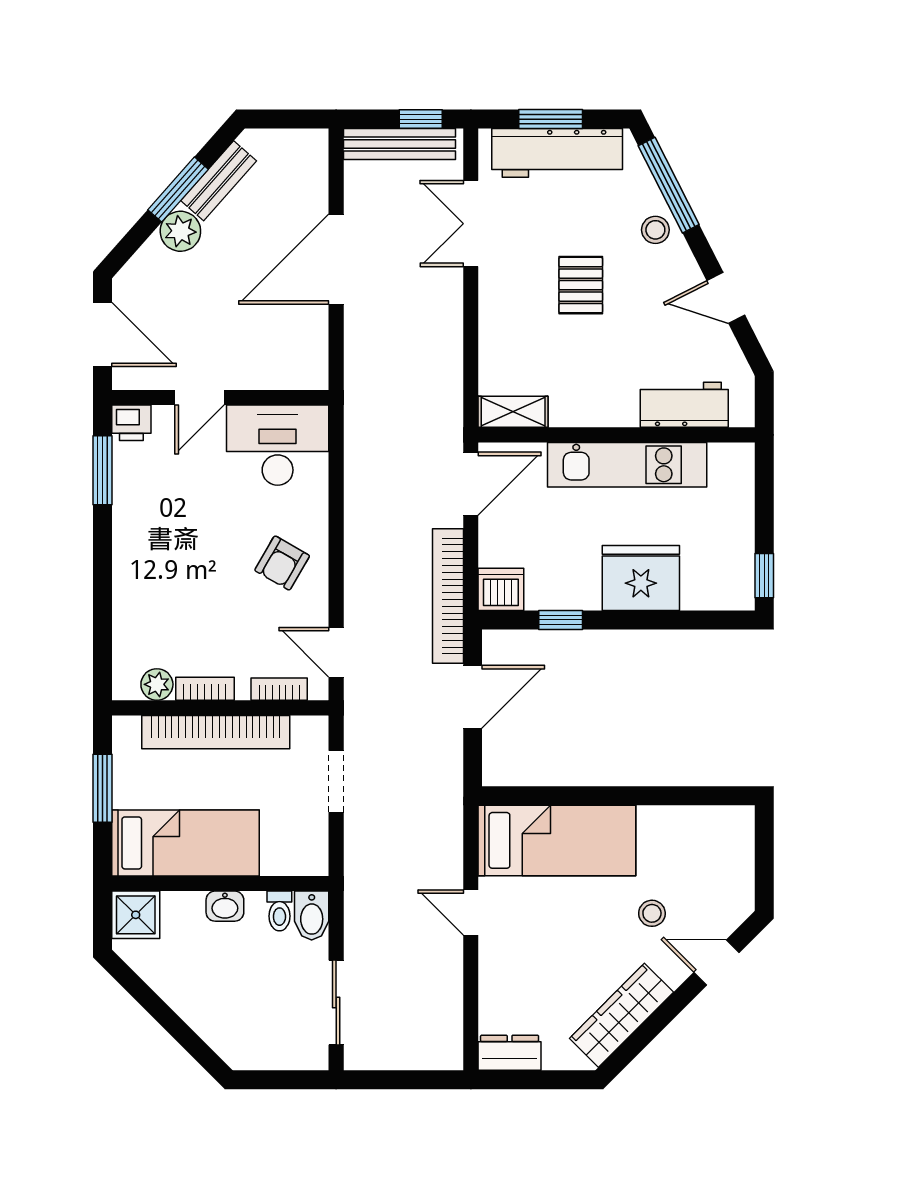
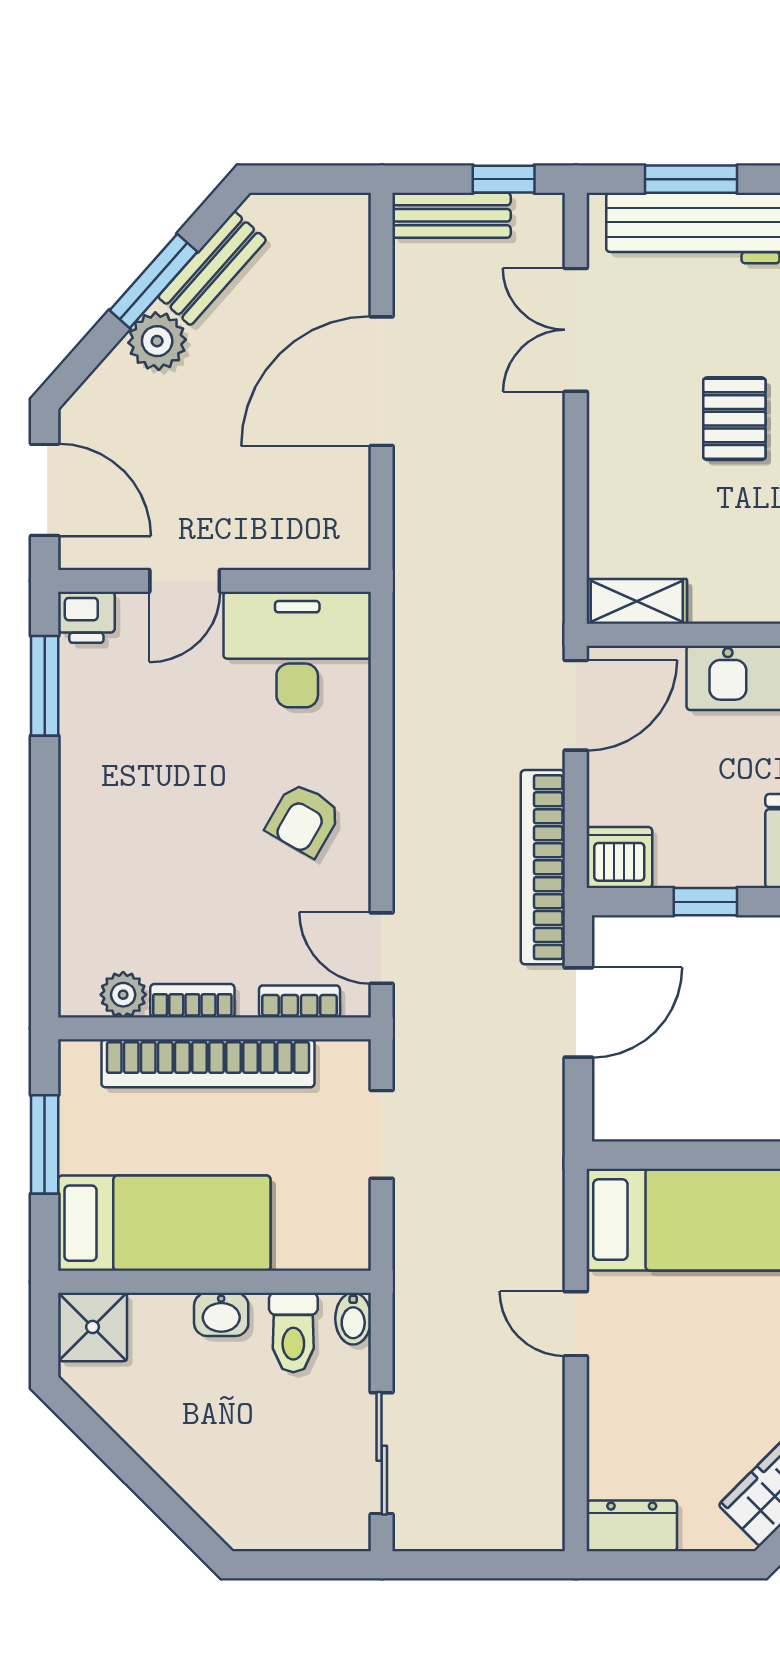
bench: (400, 144) -> (452, 215), width x0.73
toilet: (279, 911) -> (293, 1332), width x1.37, depth x1.39
bidet: (312, 916) -> (353, 1319), width x0.72, depth x0.74

